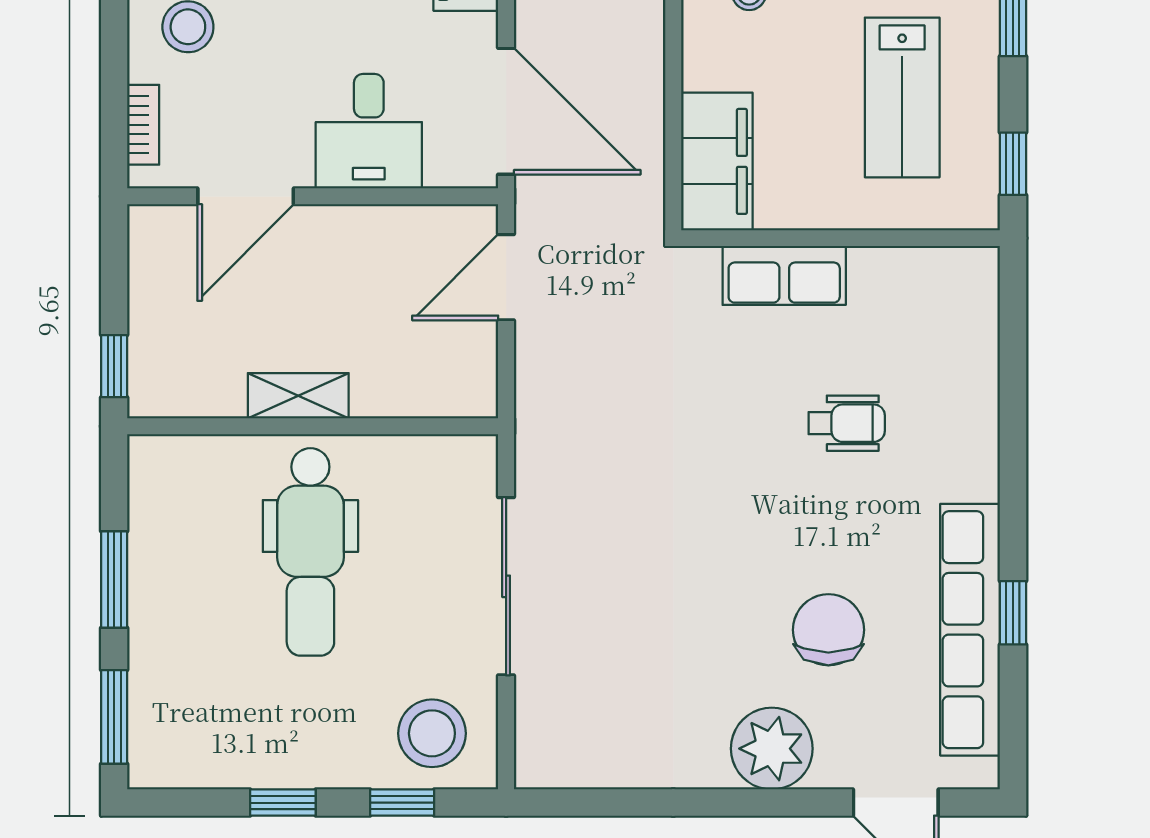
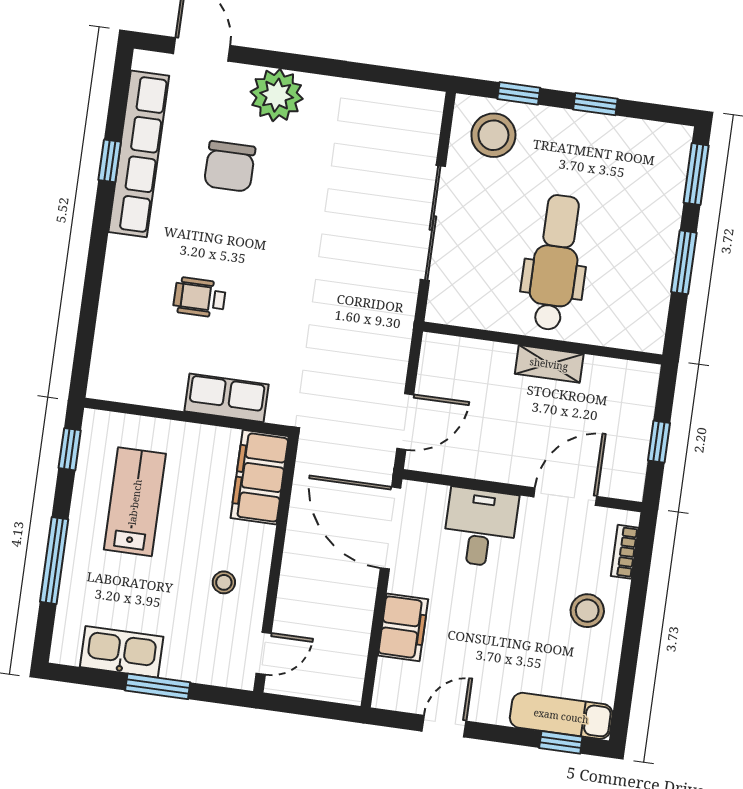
window: (114, 366) -> (659, 442), moved

